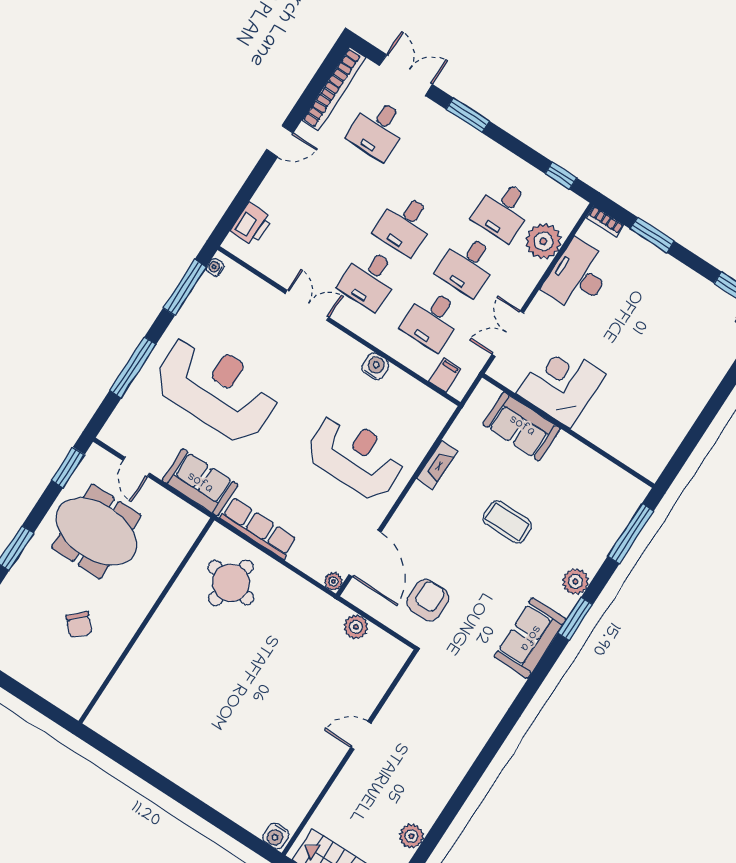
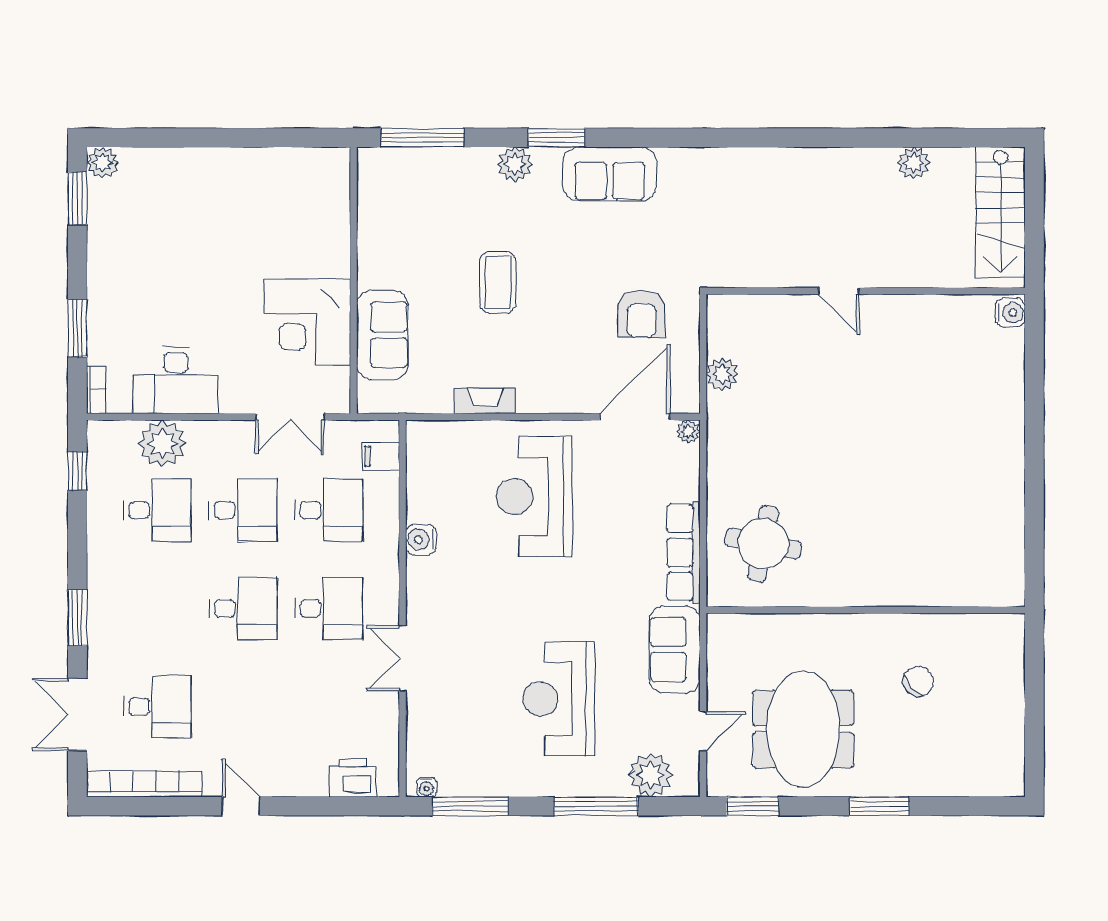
reception desk: (217, 388) -> (559, 699), width x0.74, depth x0.77
plant: (130, 415) -> (651, 775), added
armchair: (428, 600) -> (641, 314), turned -90

